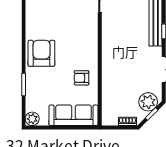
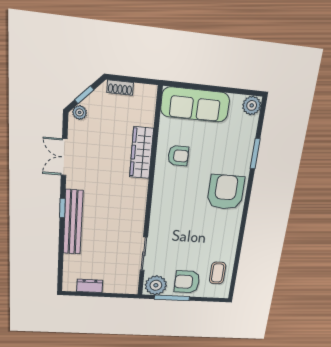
armchair: (41, 53) -> (226, 192), turned 180
wardrobe: (109, 78) -> (141, 153), added
plant: (148, 102) -> (80, 112), width x0.53, depth x0.53

